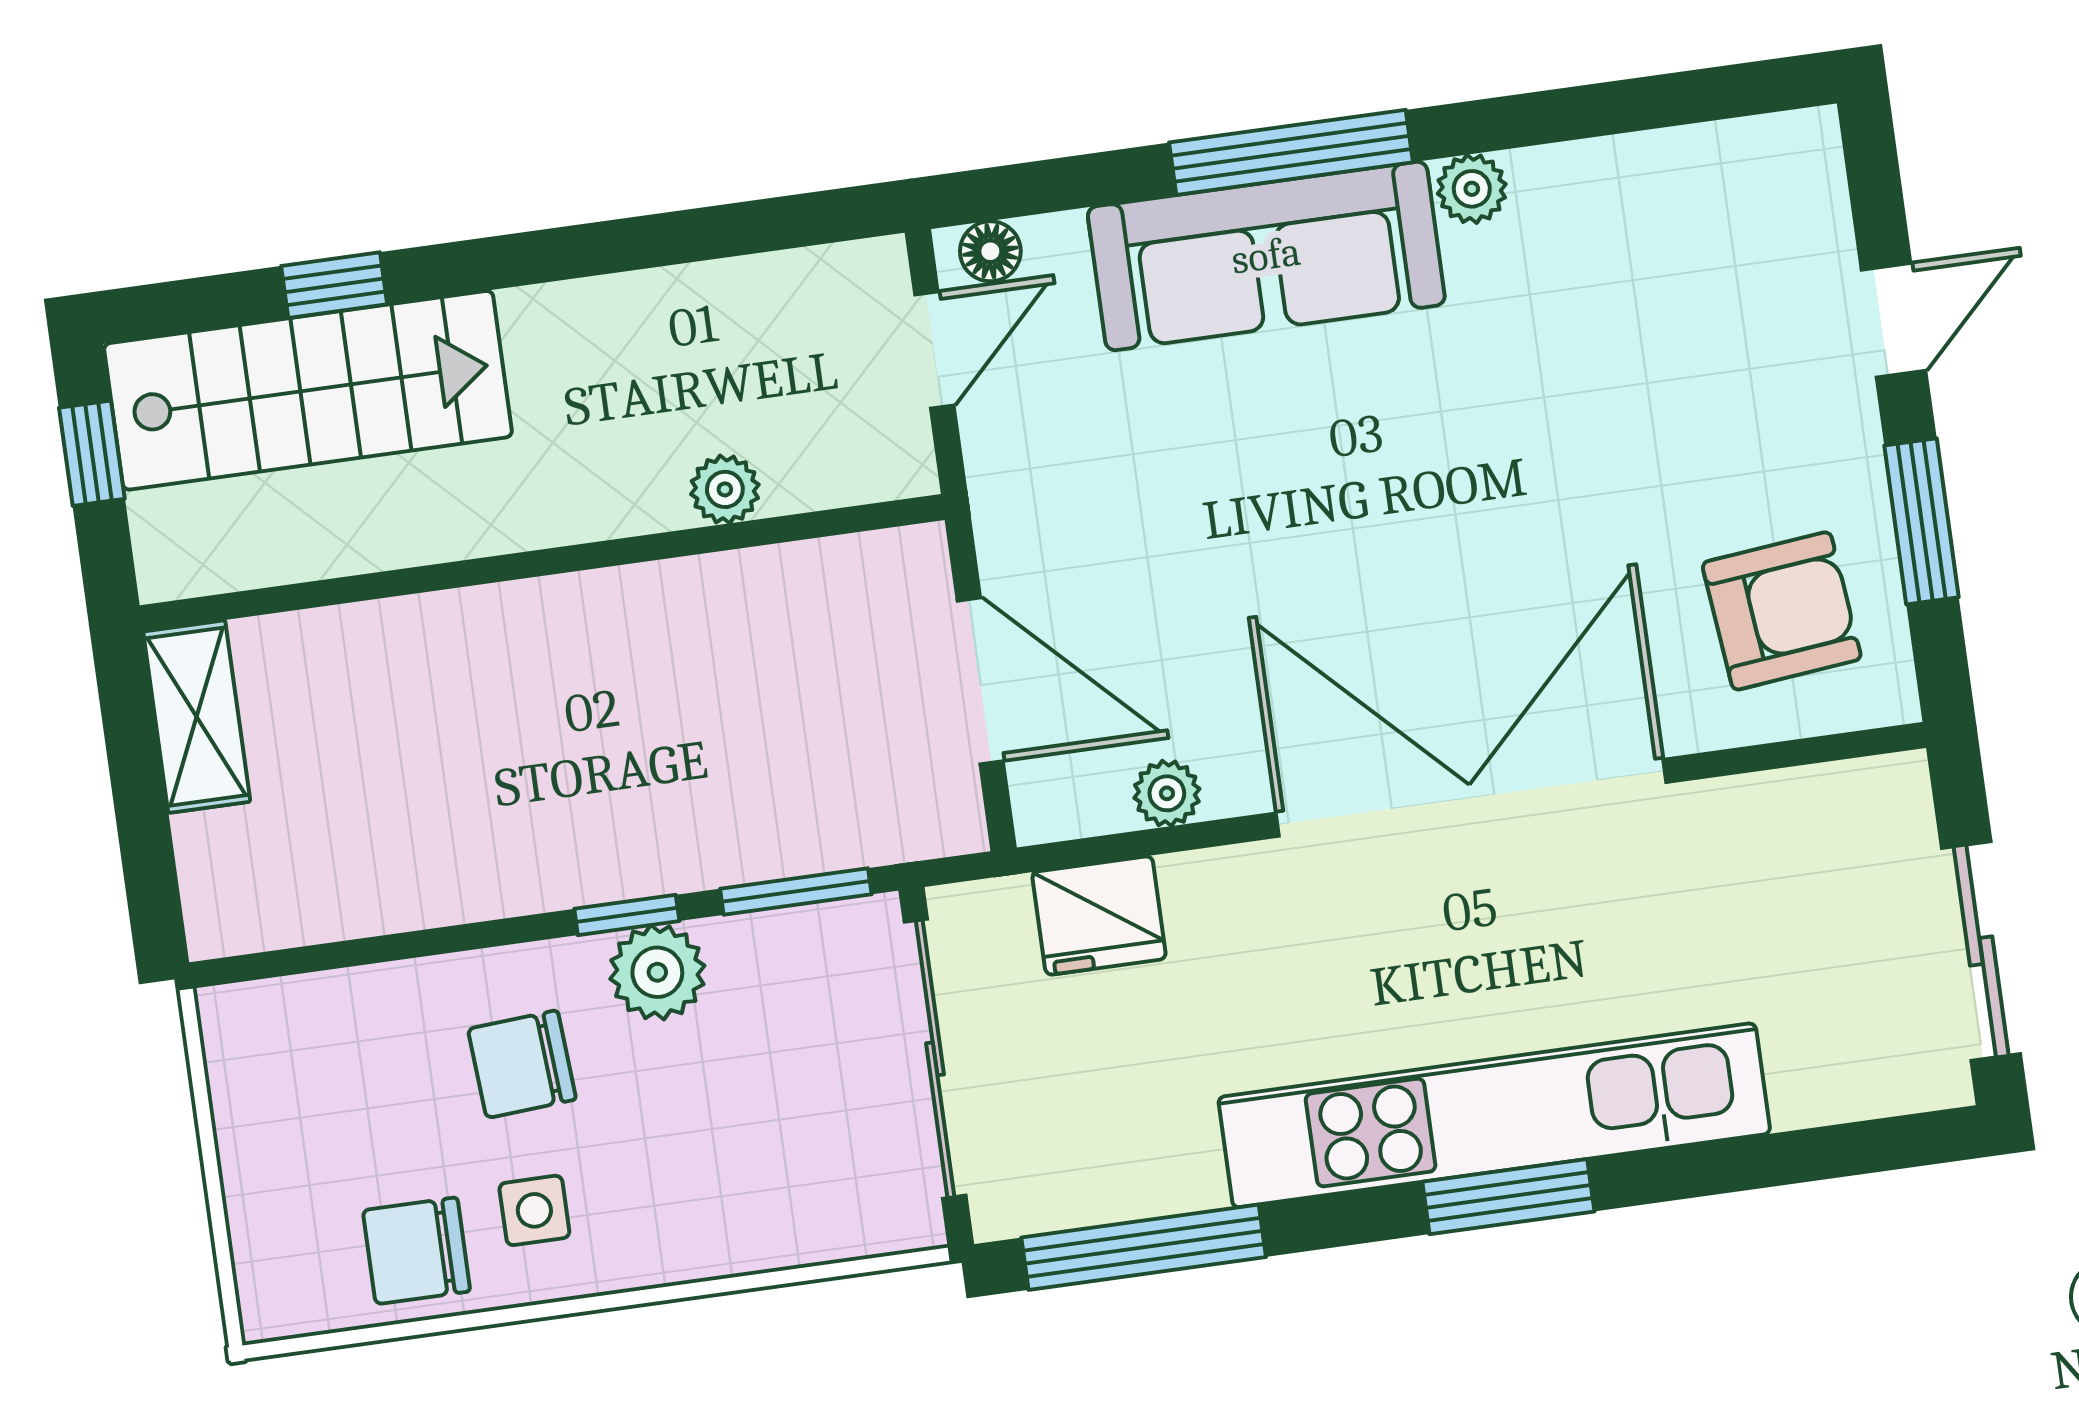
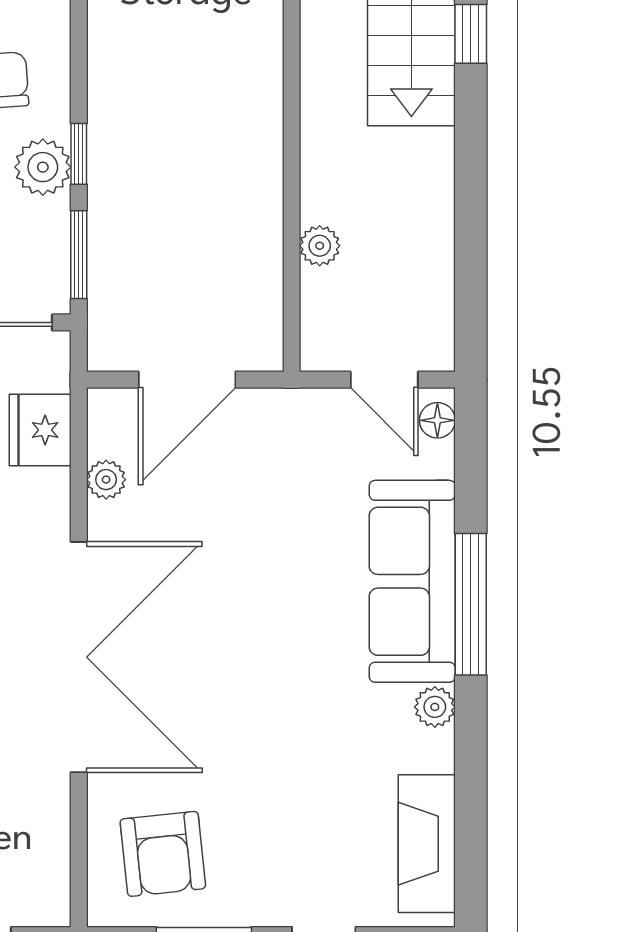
fireplace: (1703, 170) -> (427, 844), added

